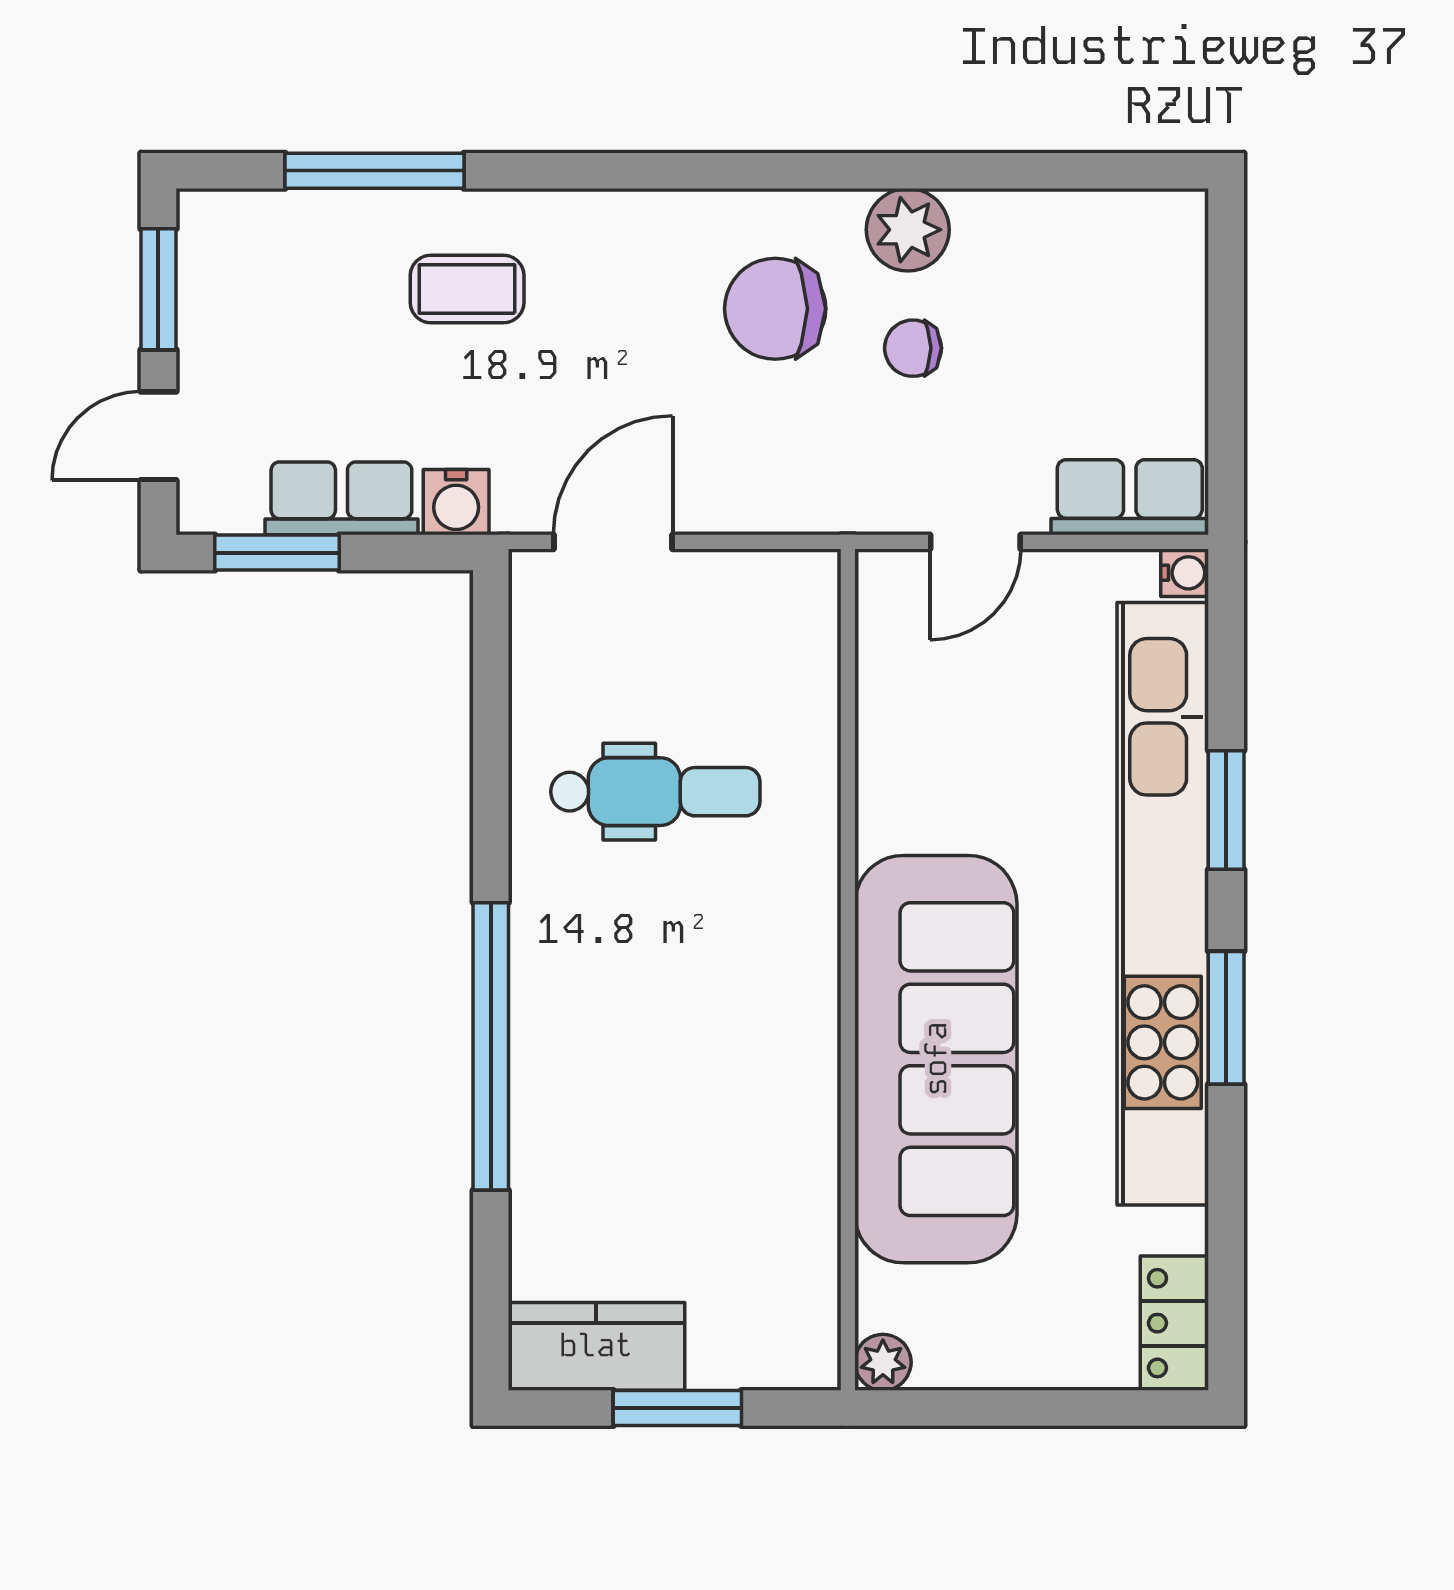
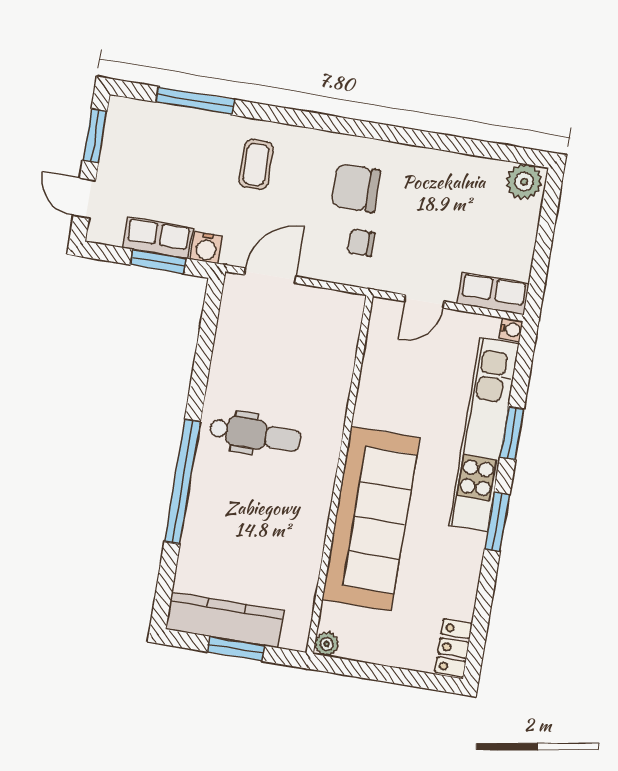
plant: (908, 230) -> (524, 182), moved
coffee table: (467, 289) -> (256, 164), moved, turned 90
chair: (913, 348) -> (361, 243), moved
door: (158, 436) -> (84, 198), hinge flipped
window: (277, 553) -> (158, 262), moved
dental chair: (655, 792) -> (255, 434), moved
kitchen unit: (1163, 904) -> (484, 435), width x0.73
kitchen counter: (596, 1346) -> (225, 620), width x1.50

